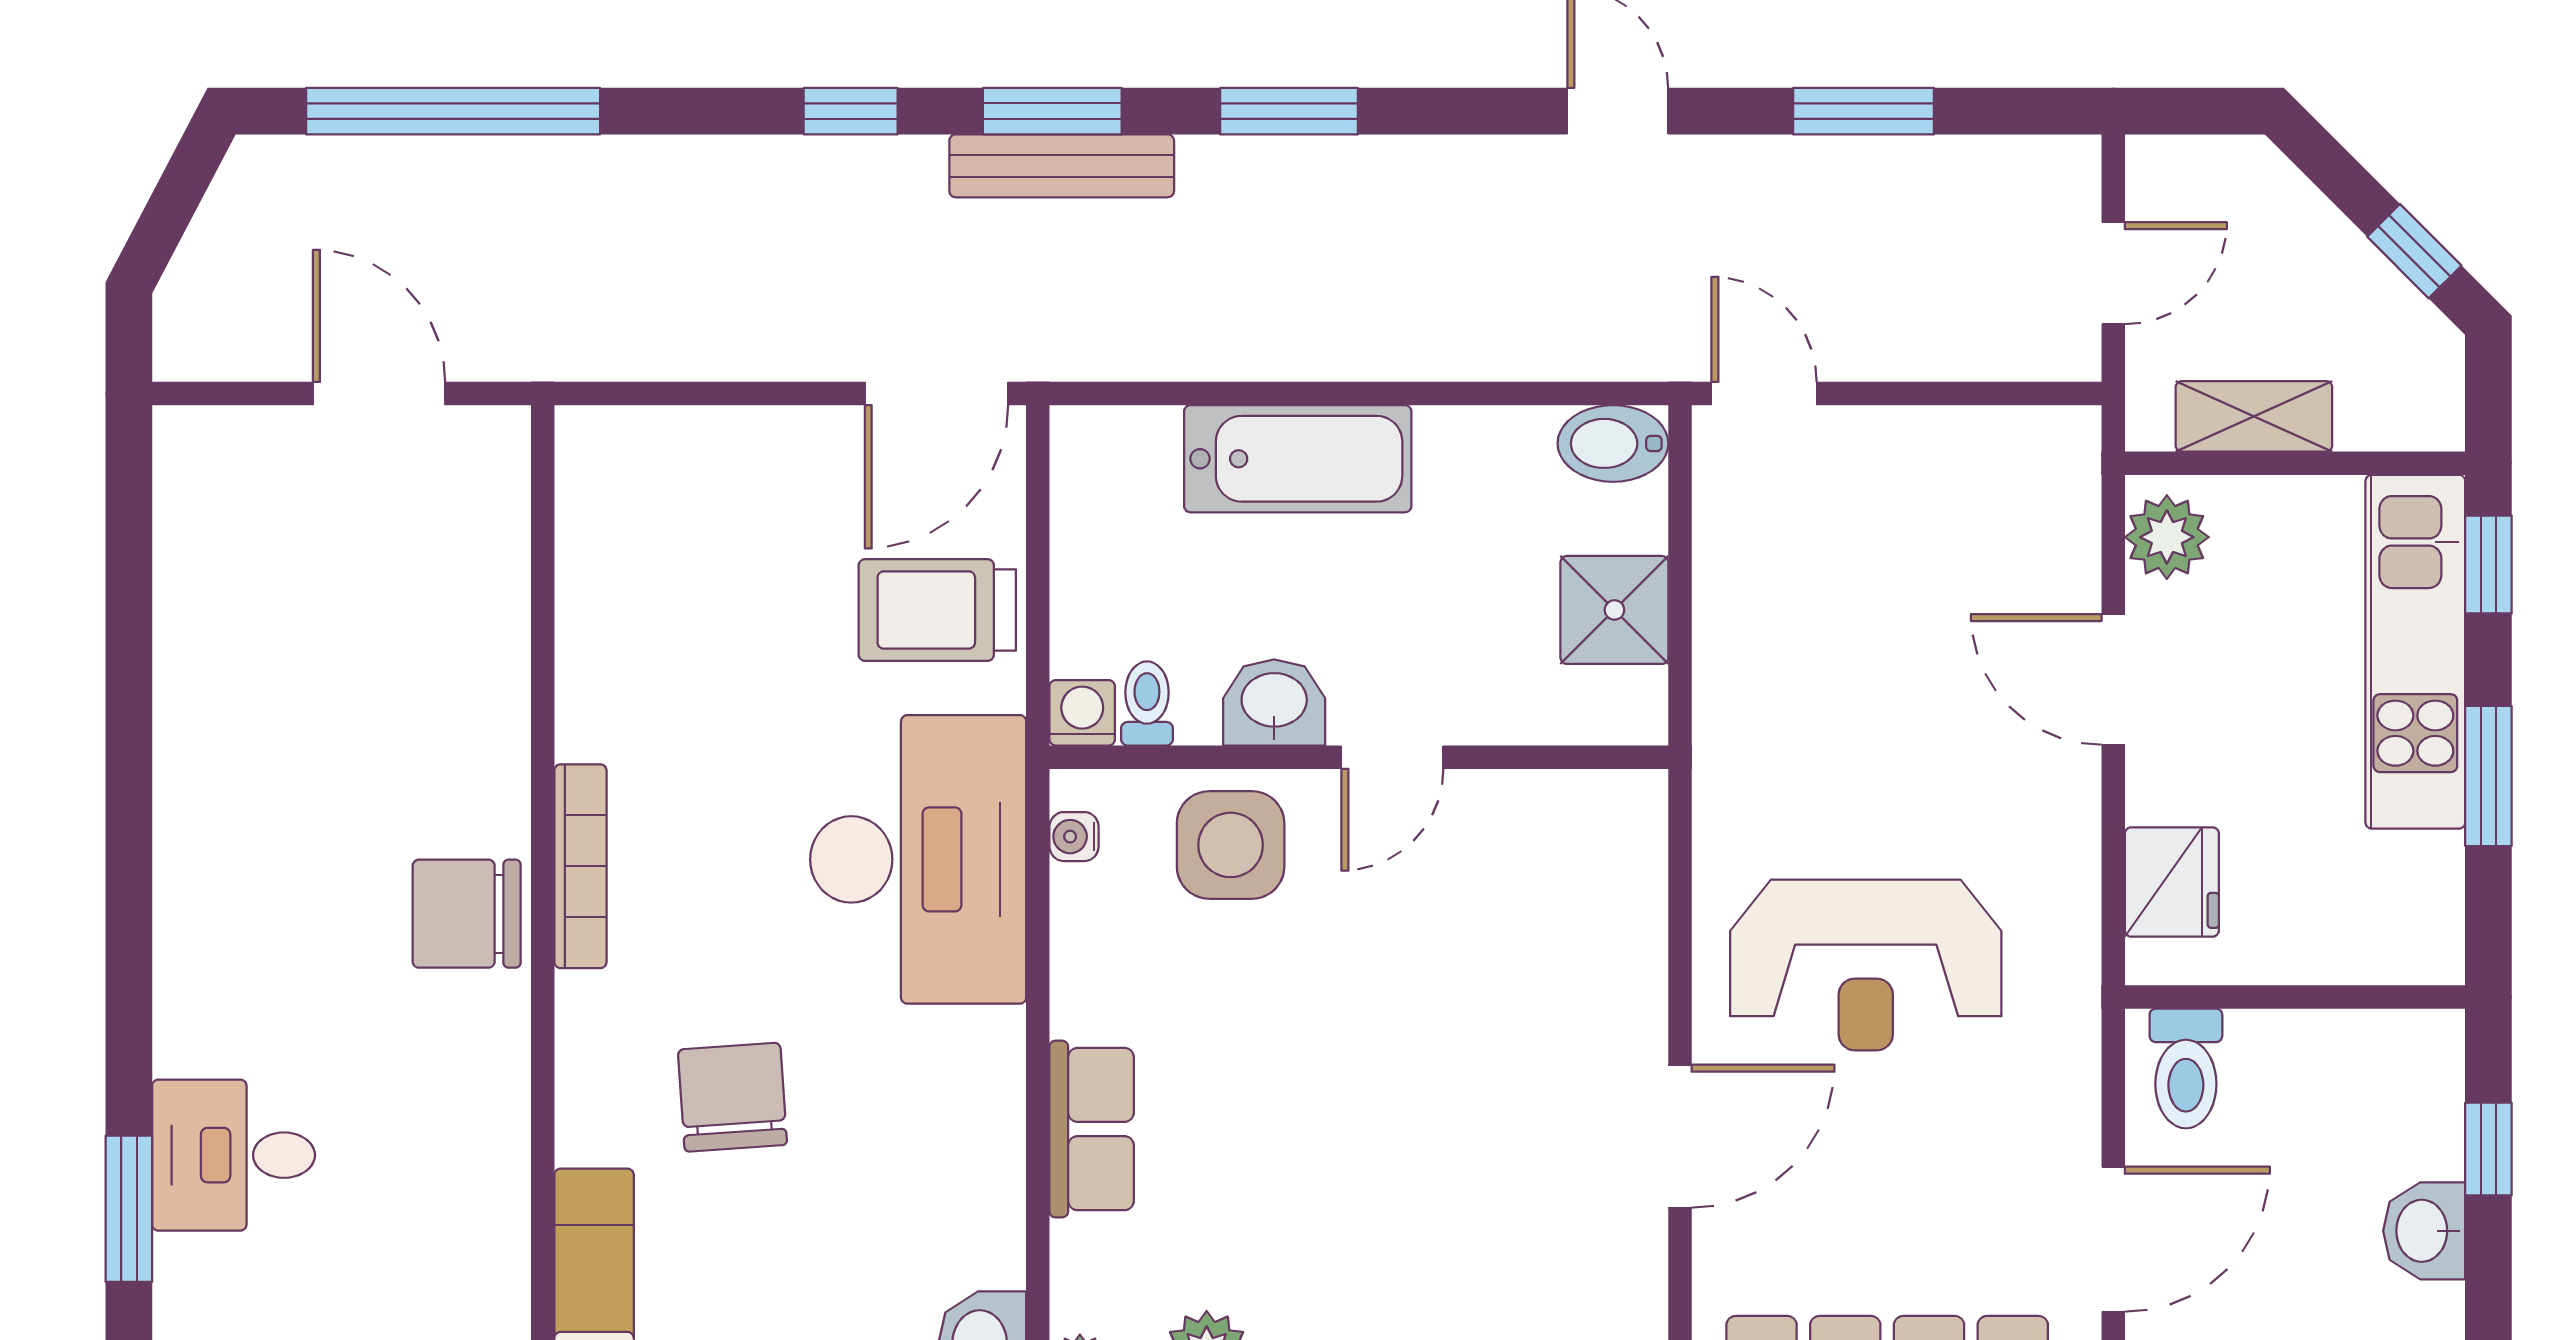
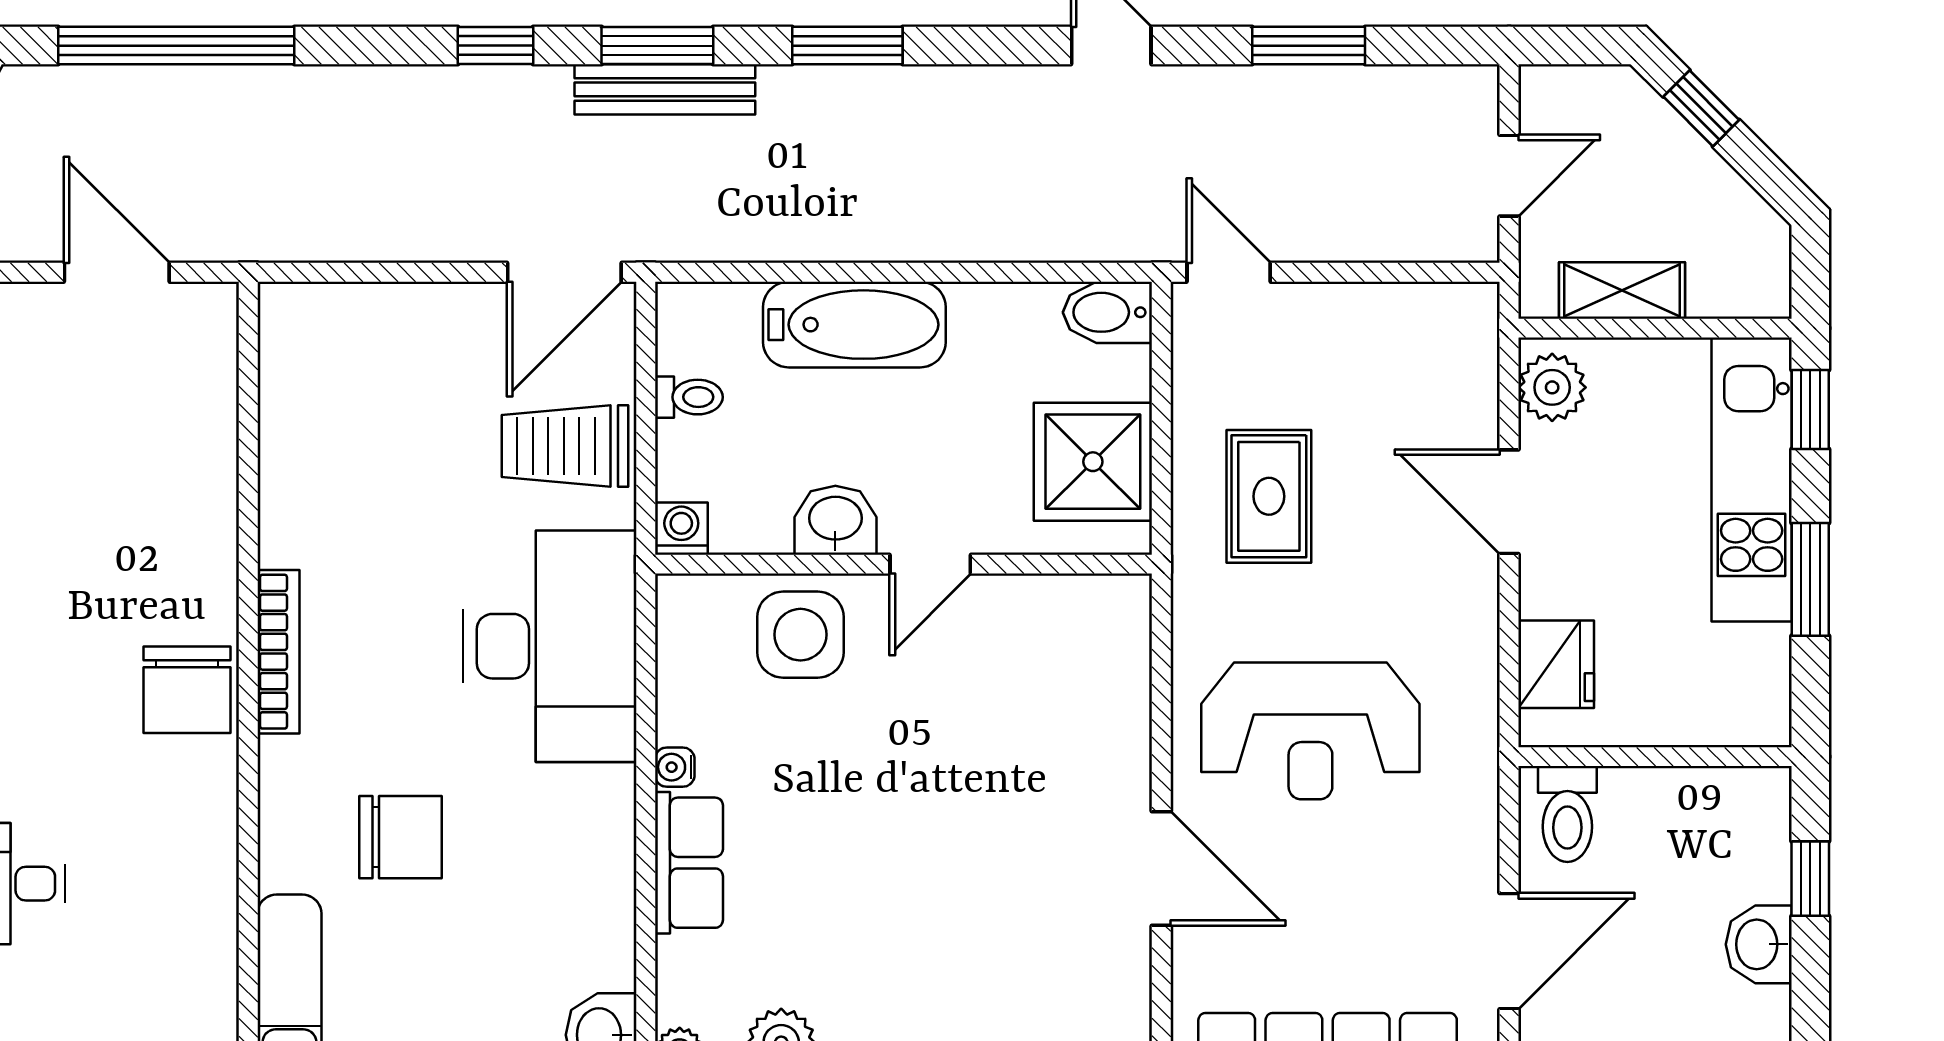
window: (2414, 251) -> (1701, 108), moved
shower: (1614, 610) -> (1093, 462), width x1.36, depth x1.36
rug: (1814, 673) -> (1269, 496), added
toilet: (1147, 703) -> (689, 397), moved, turned 90
water cooler: (1074, 837) -> (675, 767), moved
chair: (467, 914) -> (187, 690), turned -90
chair: (732, 1097) -> (401, 837), turned 94
door: (1680, 1136) -> (1161, 868), hinge flipped

